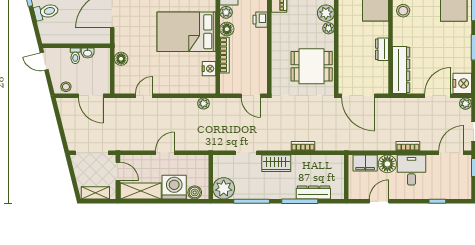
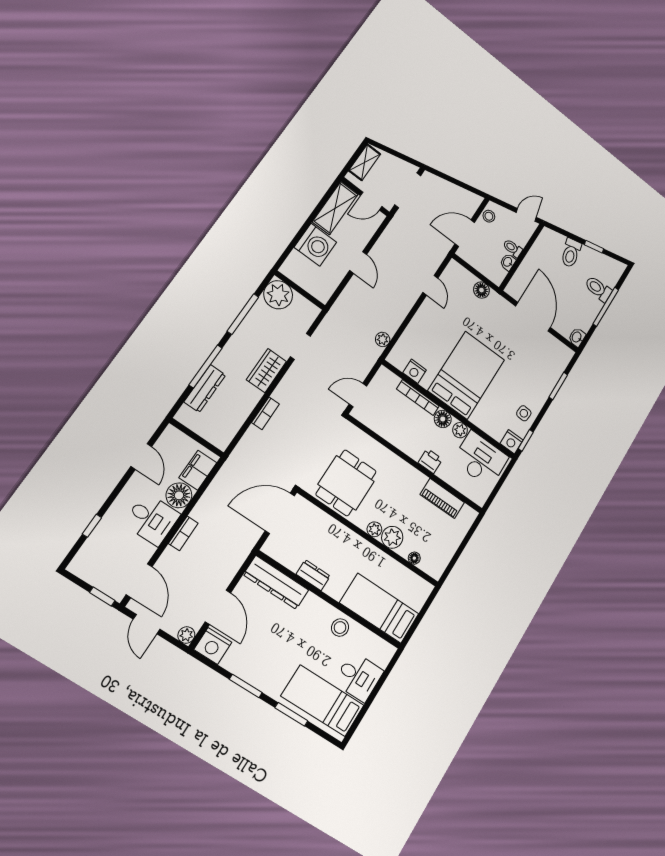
boiler: (195, 192) -> (295, 261), removed

